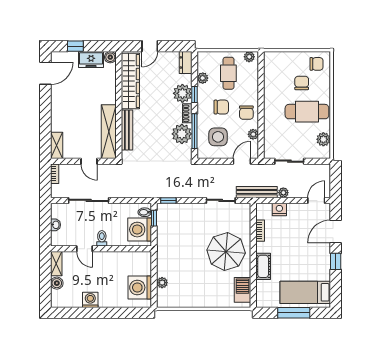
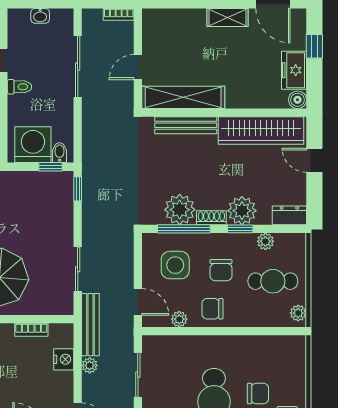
shelving: (57, 145) -> (228, 17), moved

